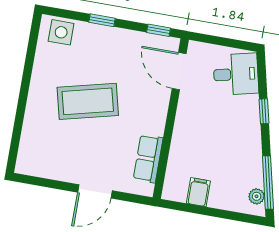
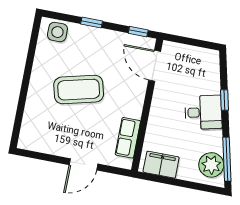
desk: (236, 74) -> (203, 112), moved
filing cabinet: (198, 192) -> (161, 165), width x2.00
plant: (257, 196) -> (211, 165), width x1.87, depth x1.87

